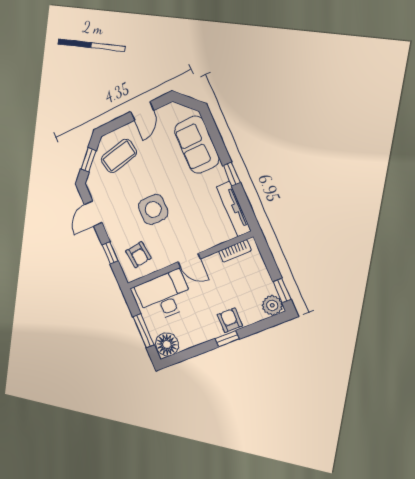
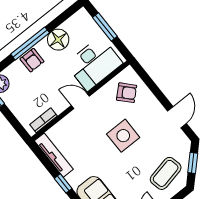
window: (110, 253) -> (153, 87), removed
armchair: (138, 255) -> (127, 93), turned 144
window: (227, 339) -> (30, 43), width x2.17
floor lamp: (167, 344) -> (58, 40), moved

